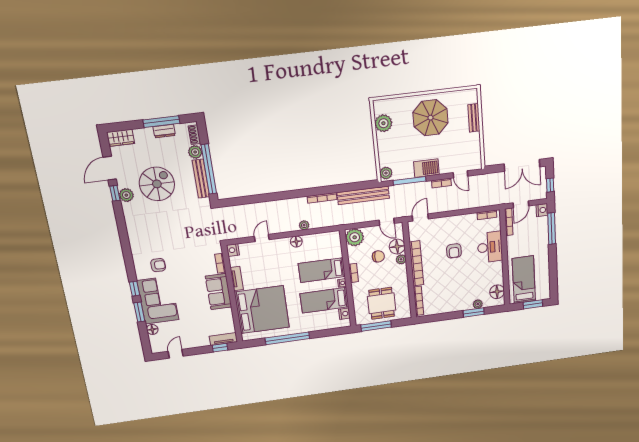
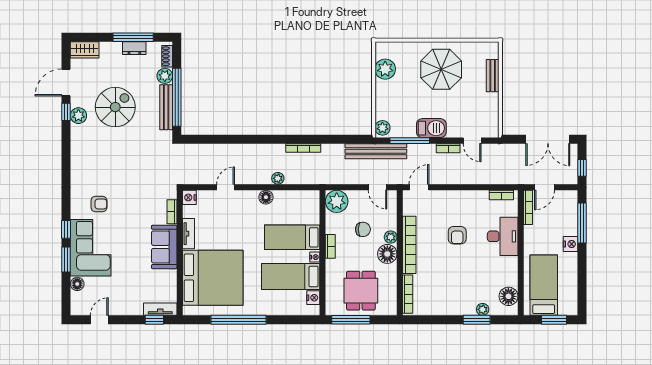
bench: (363, 195) -> (376, 151), moved
nightstand: (542, 210) -> (570, 244), moved
floor lamp: (397, 247) -> (387, 254), moved

